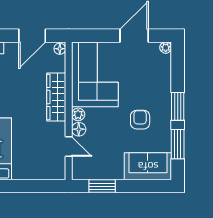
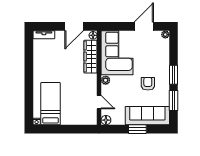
wardrobe: (56, 97) -> (91, 57), moved
floor lamp: (79, 129) -> (106, 120), moved
sofa: (148, 166) -> (147, 116), width x1.36
window: (102, 186) -> (137, 129), moved

